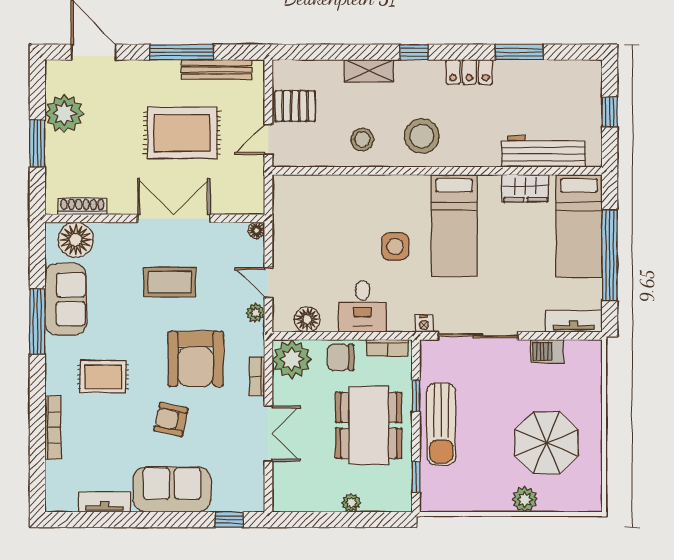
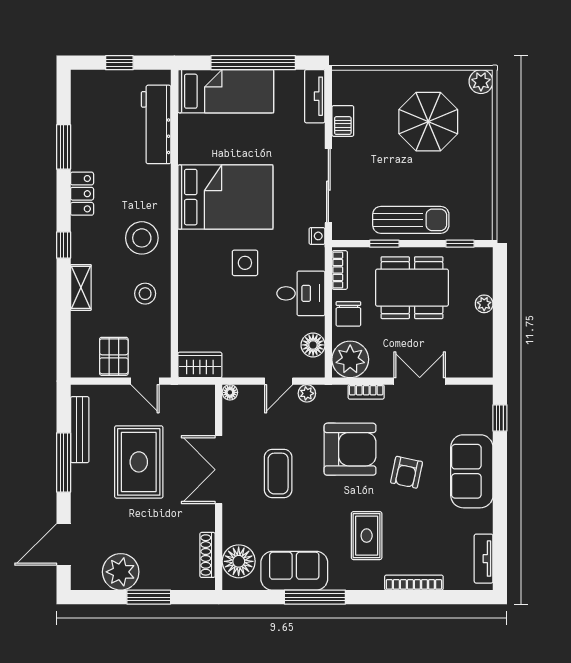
wardrobe: (526, 188) -> (200, 365), moved, turned -90
bed: (454, 226) -> (225, 197), width x1.50
plant: (525, 499) -> (481, 82), moved
tv unit: (105, 502) -> (484, 559), moved

